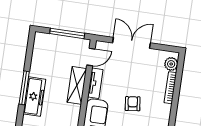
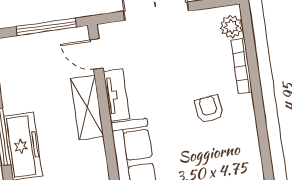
door: (91, 57) -> (96, 54), swing flipped
armchair: (133, 104) -> (209, 109), moved

